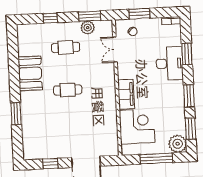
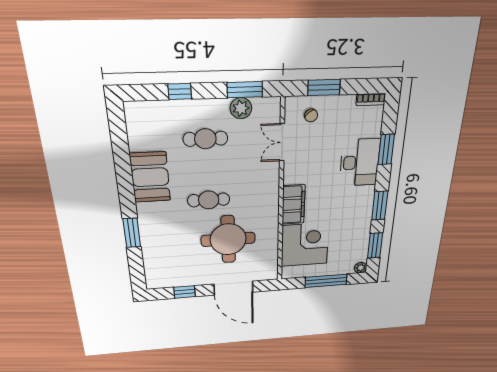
round table: (81, 121) -> (228, 239), added
plant: (178, 144) -> (361, 268), width x0.53, depth x0.53

